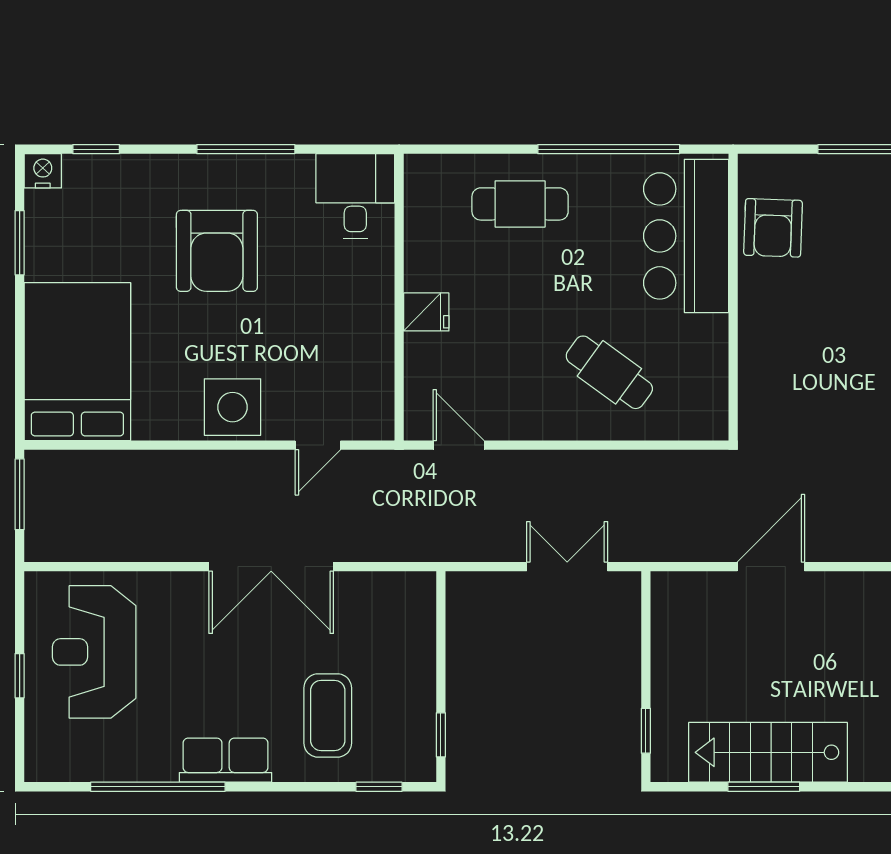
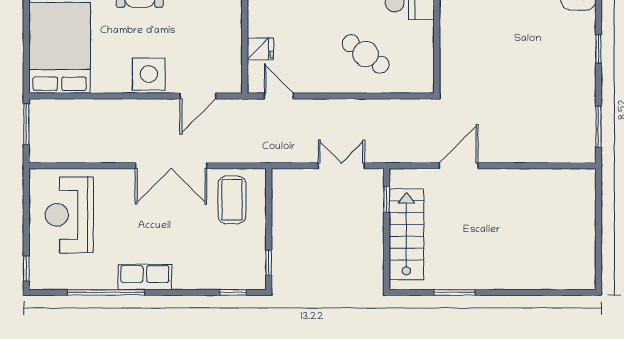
fridge: (426, 312) -> (260, 49), moved
door: (318, 445) -> (198, 96), width x1.38
window: (20, 676) -> (26, 269), moved
coffee table: (328, 715) -> (232, 200), moved
window: (646, 731) -> (387, 199), moved
stairs: (768, 752) -> (406, 234), moved, turned 90

